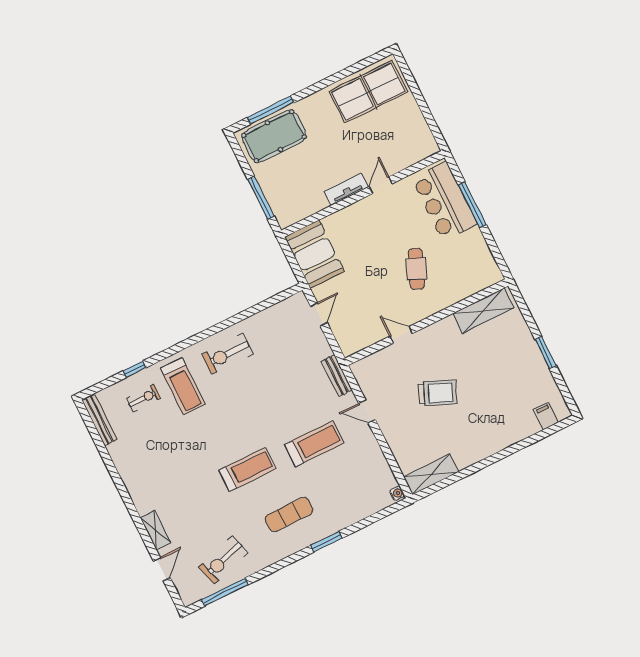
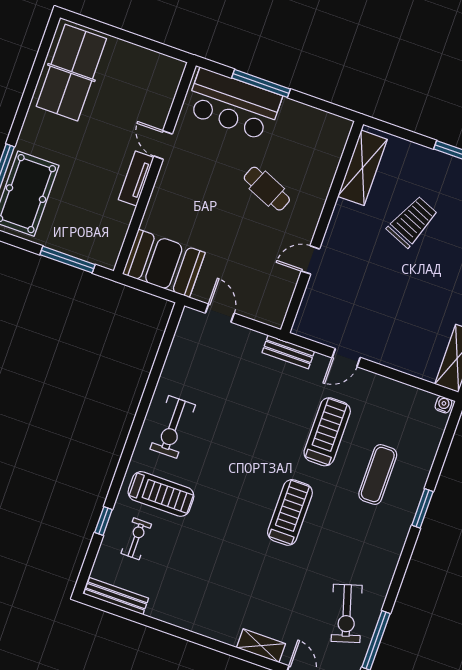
trolley: (438, 393) -> (412, 222), moved
exercise mat: (289, 515) -> (378, 474), moved

